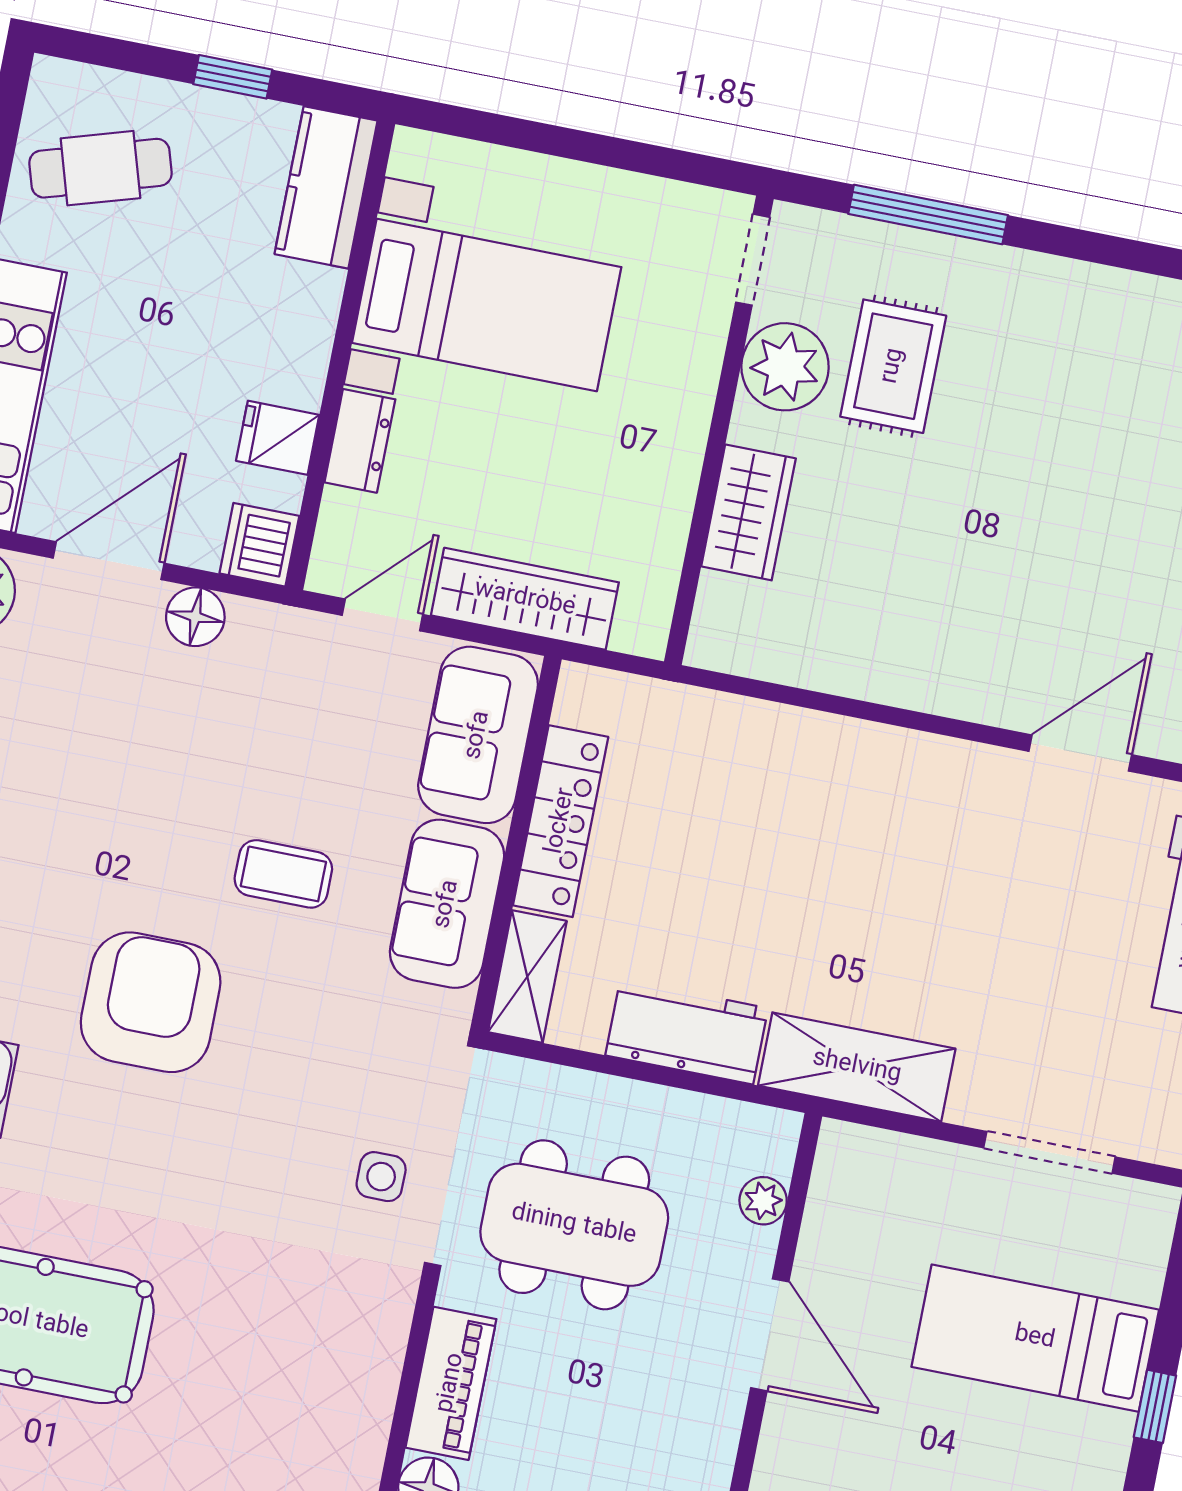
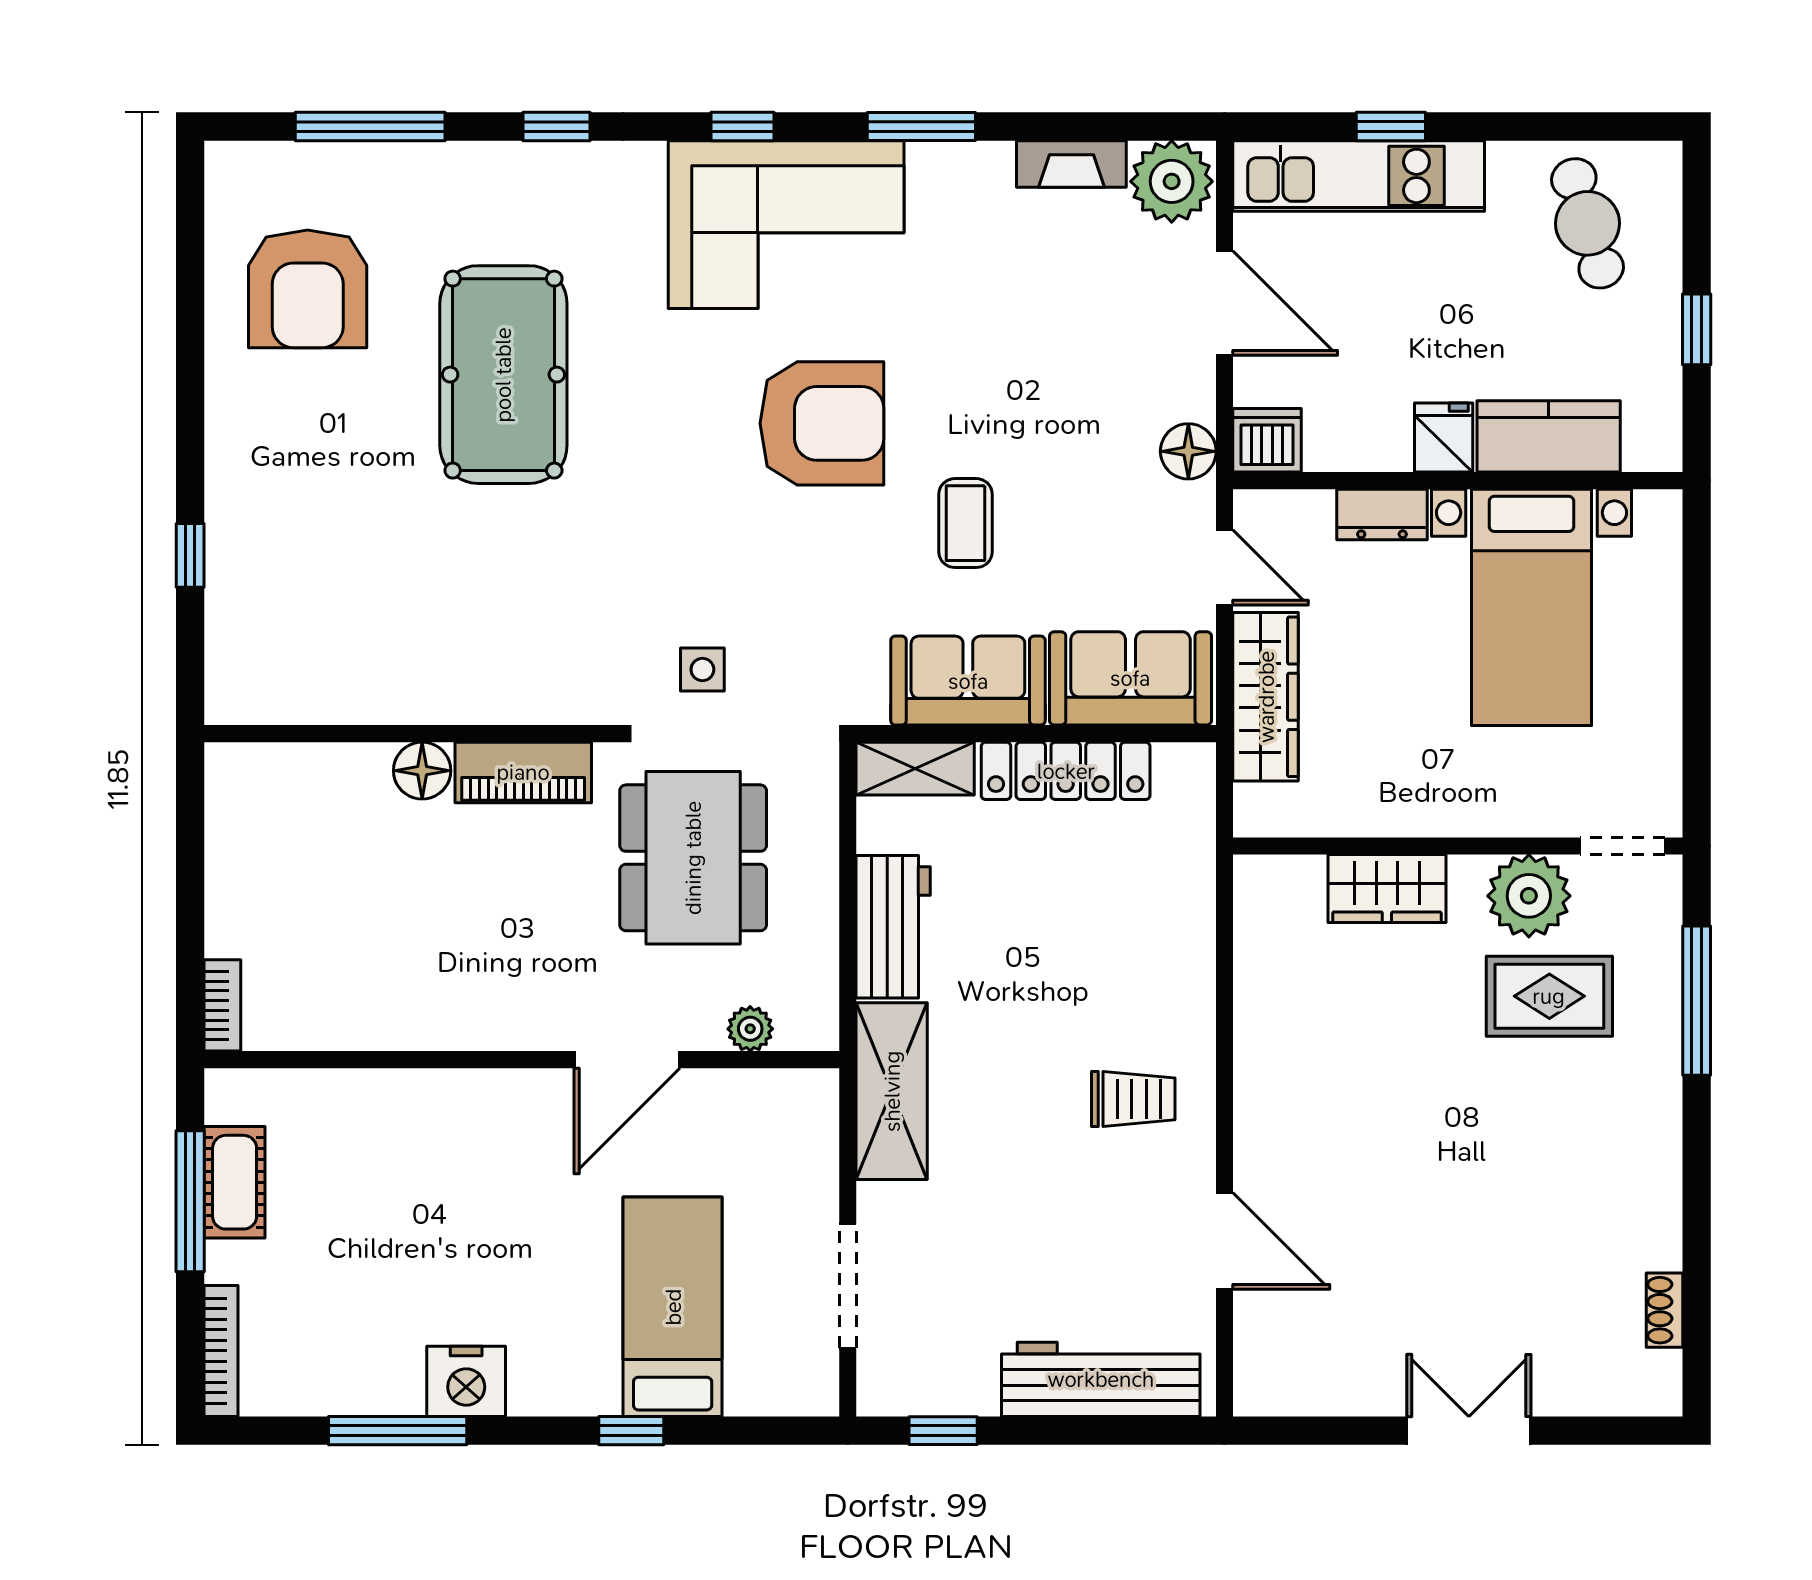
kitchen counter: (326, 187) -> (1549, 436), moved
fridge: (278, 438) -> (1444, 438), moved
floor lamp: (195, 617) -> (1188, 451), moved
trolley: (914, 818) -> (1133, 1099), added

